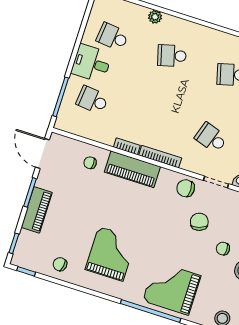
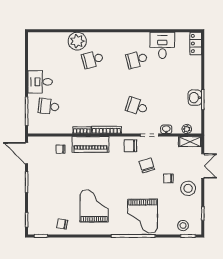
plant: (155, 17) -> (77, 41), width x1.88, depth x1.88
school desk: (113, 37) -> (49, 59), removed
piano: (37, 210) -> (35, 192), removed
grand piano: (172, 288) -> (143, 216), turned -90

